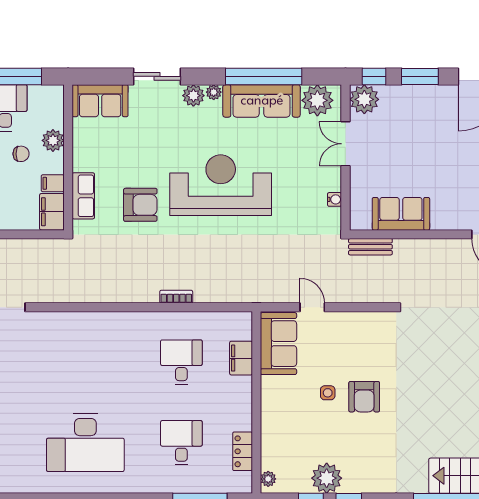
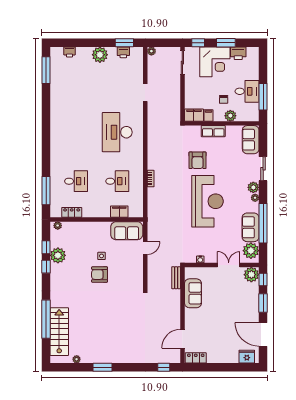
sofa: (262, 101) -> (251, 227), width x0.73
row of seats: (83, 196) -> (213, 131), moved
desk: (85, 443) -> (117, 132), moved

